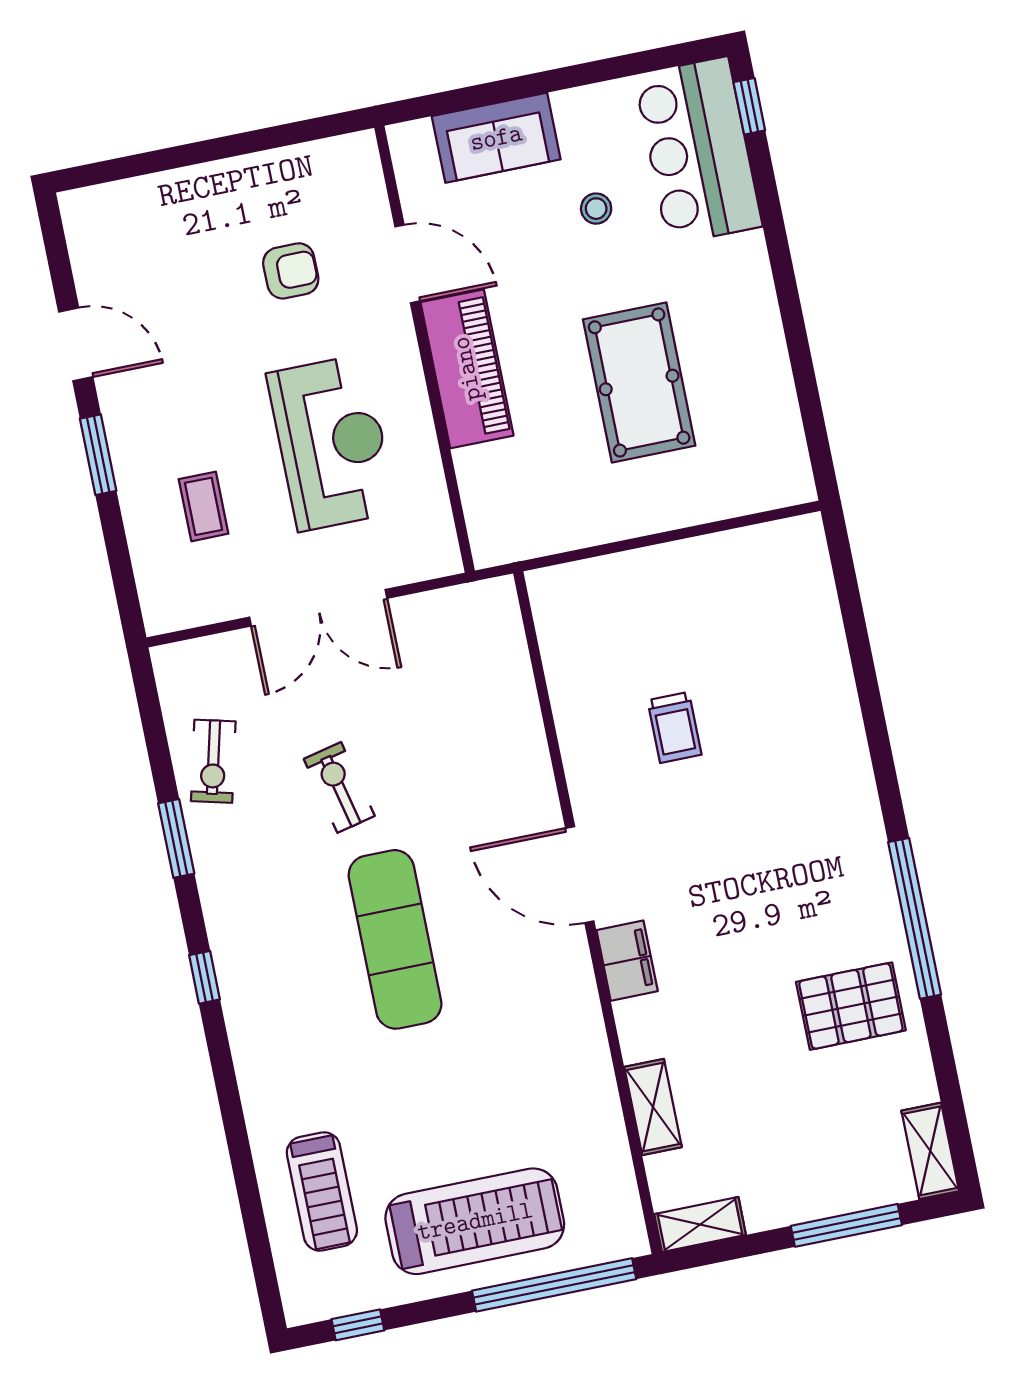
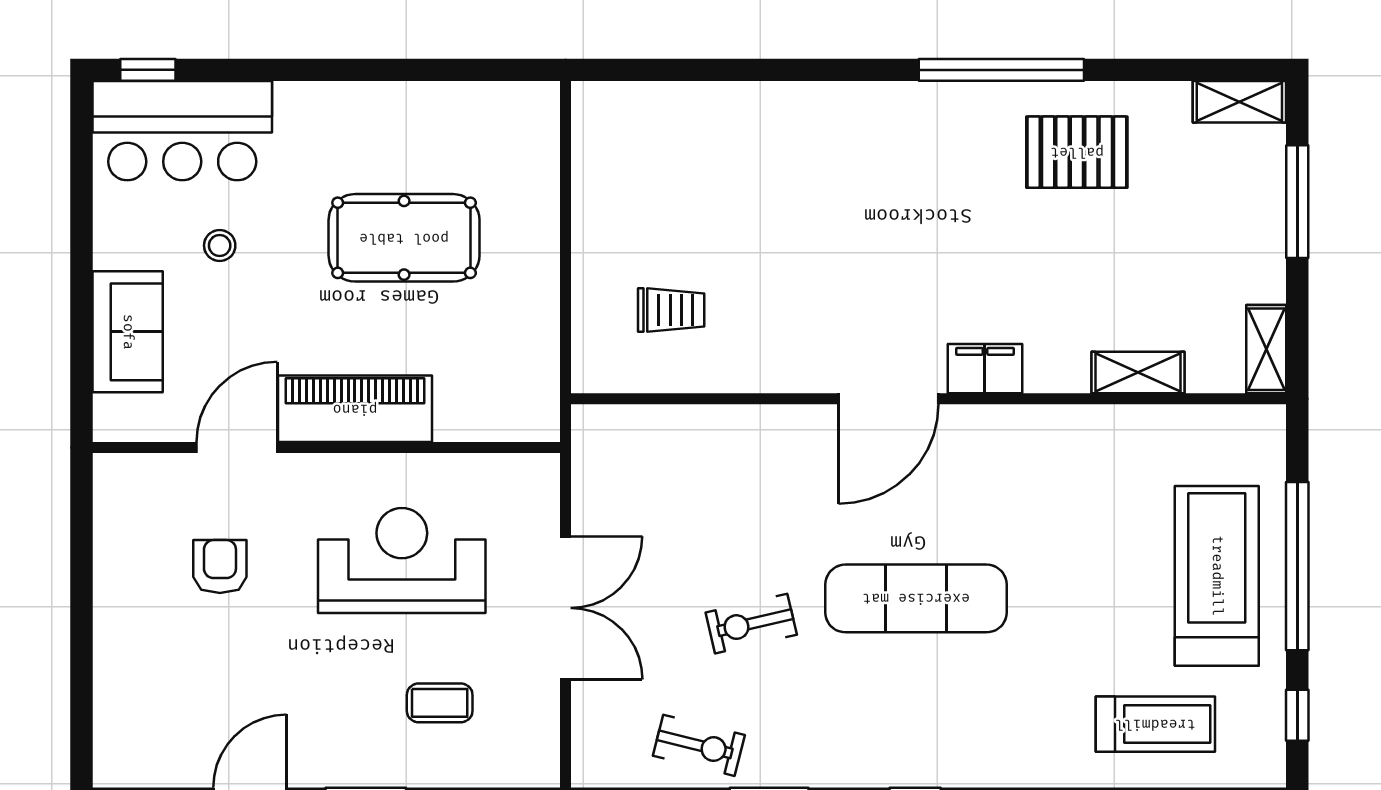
trolley: (674, 727) -> (671, 310), moved
pallet: (851, 1006) -> (1077, 152), turned 90
window: (554, 1285) -> (1297, 566), moved

